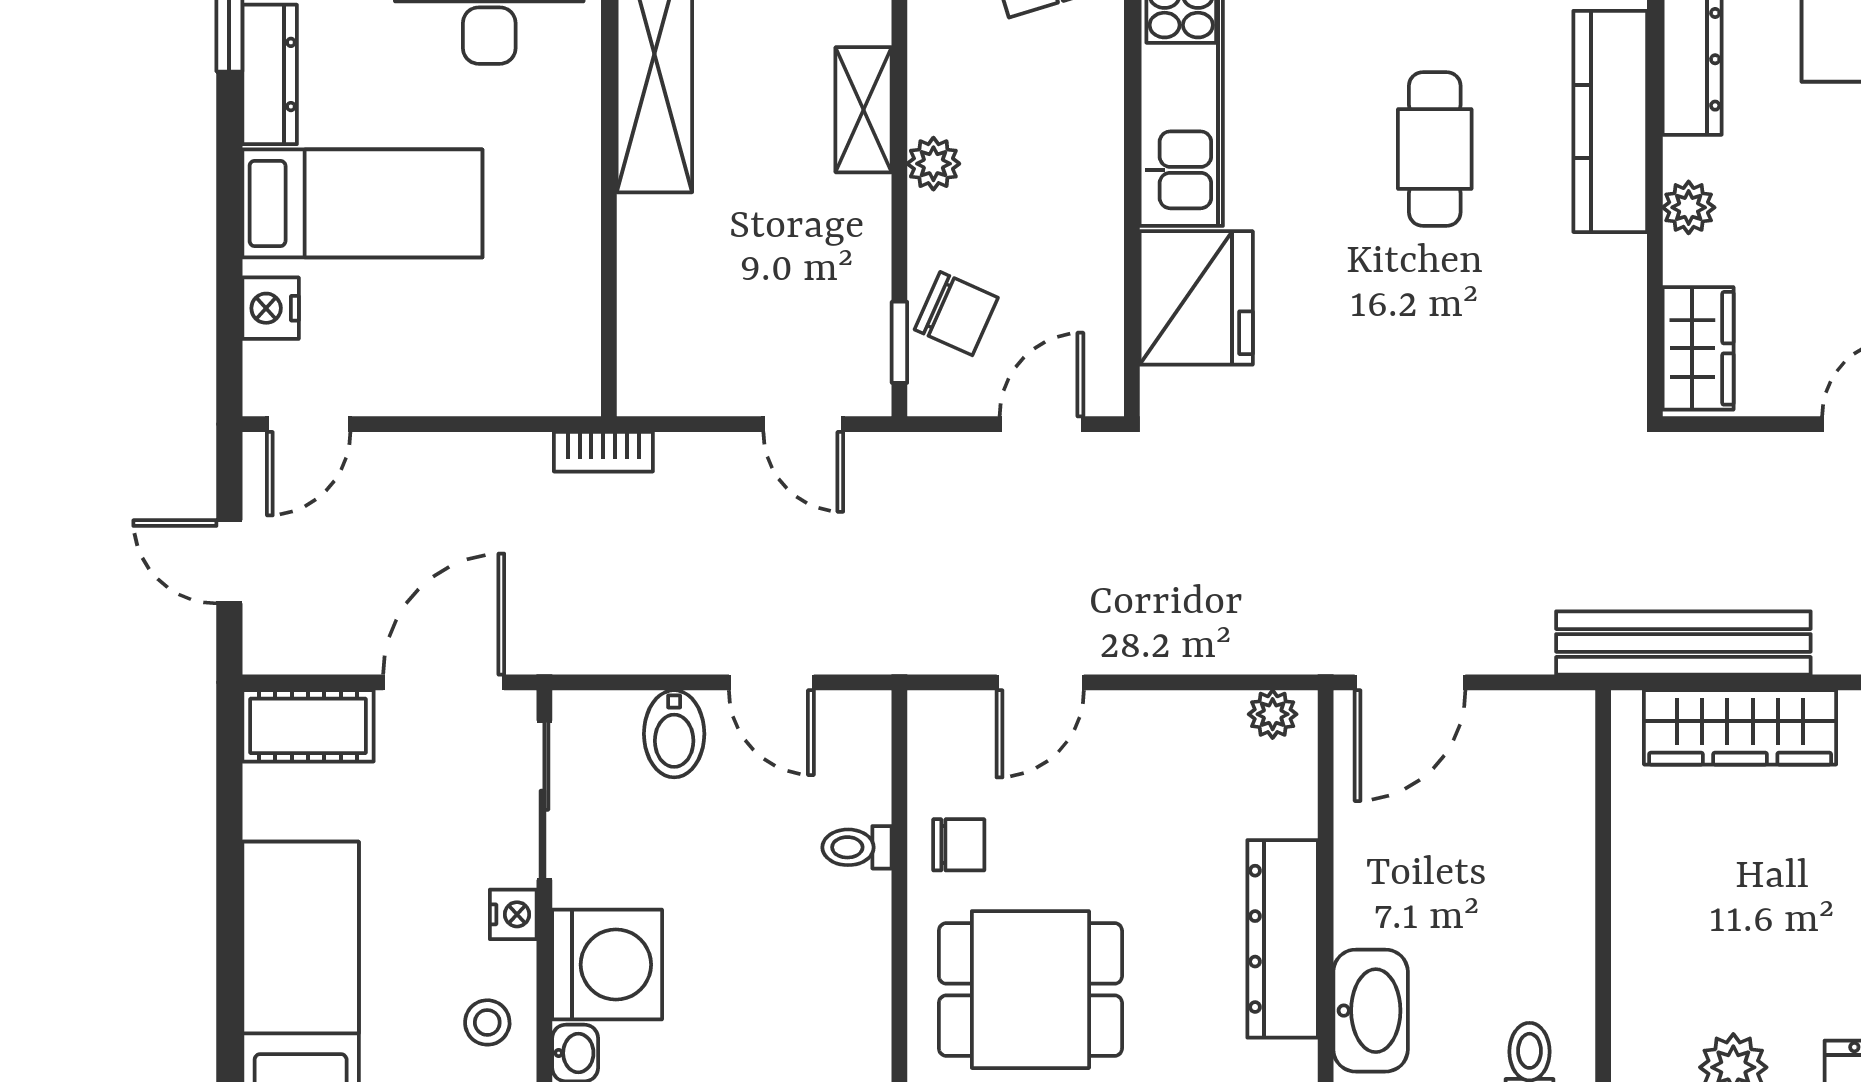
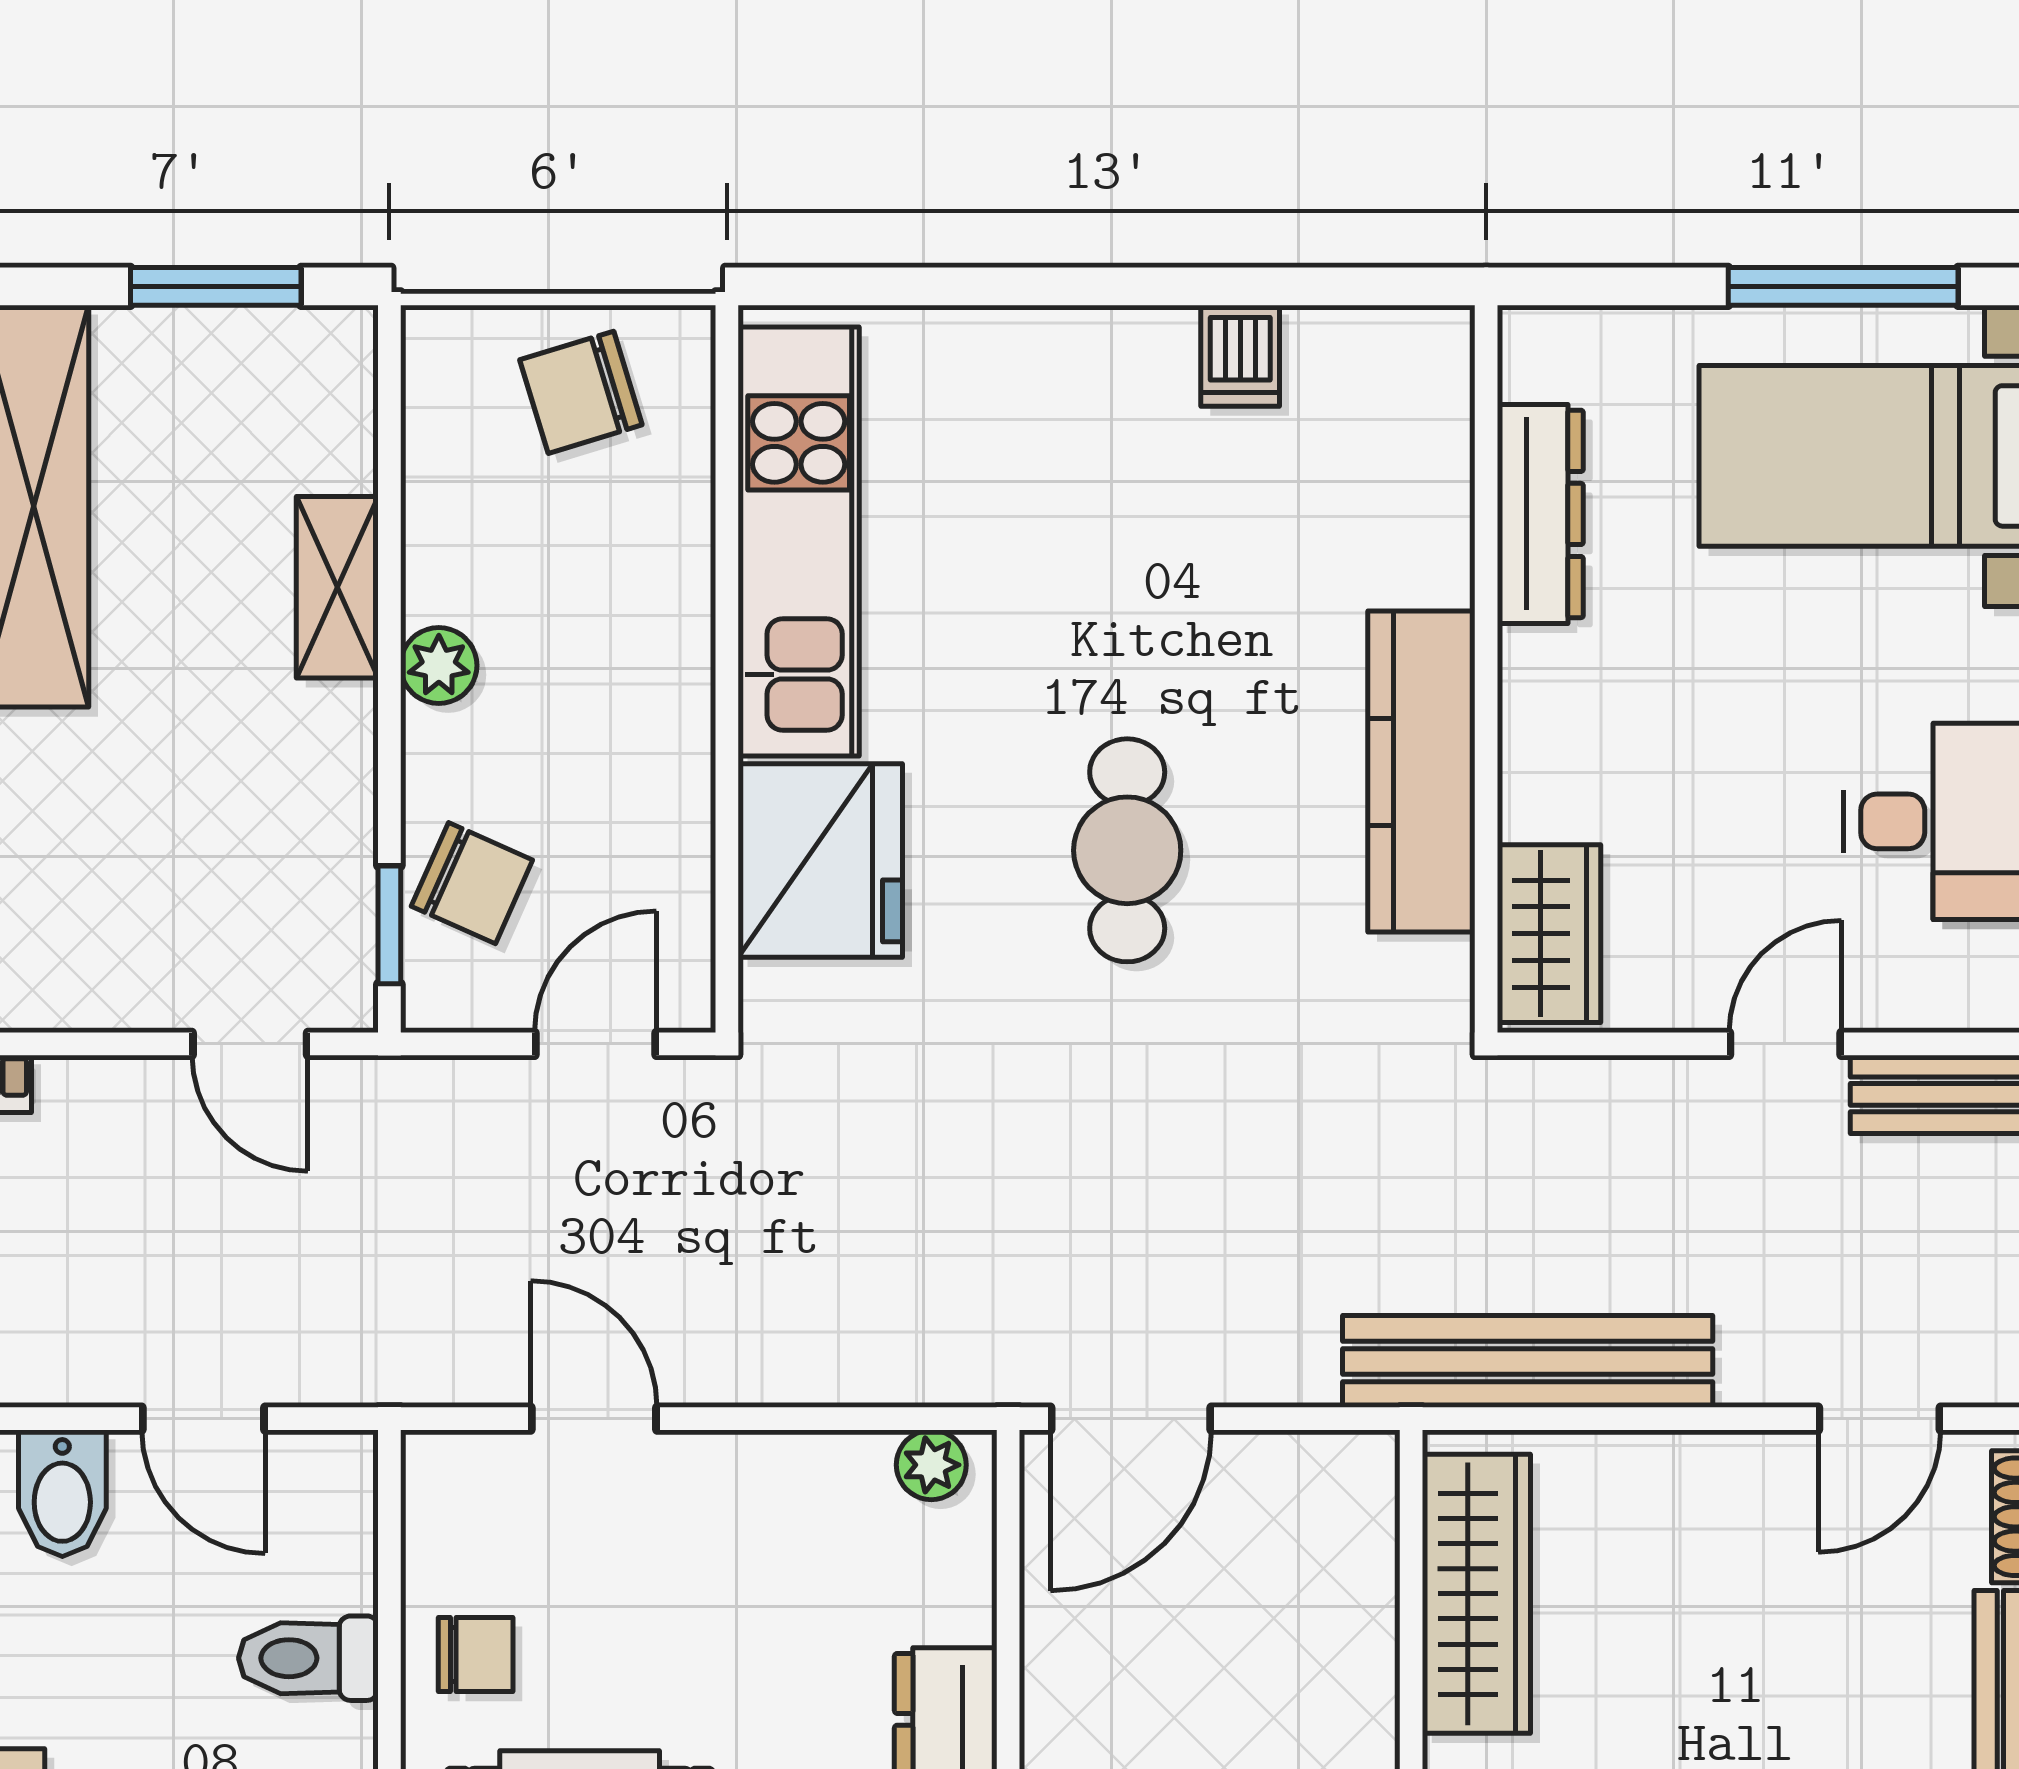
kitchen counter: (1610, 121) -> (1421, 772), moved
cafe table: (1435, 149) -> (1127, 850), moved
plant: (1689, 207) -> (1535, 729), removed
door: (1040, 682) -> (594, 1419), swing flipped
wardrobe: (1740, 727) -> (1476, 1594), moved, turned -90
toilet: (857, 847) -> (308, 1658), width x1.37, depth x1.39

